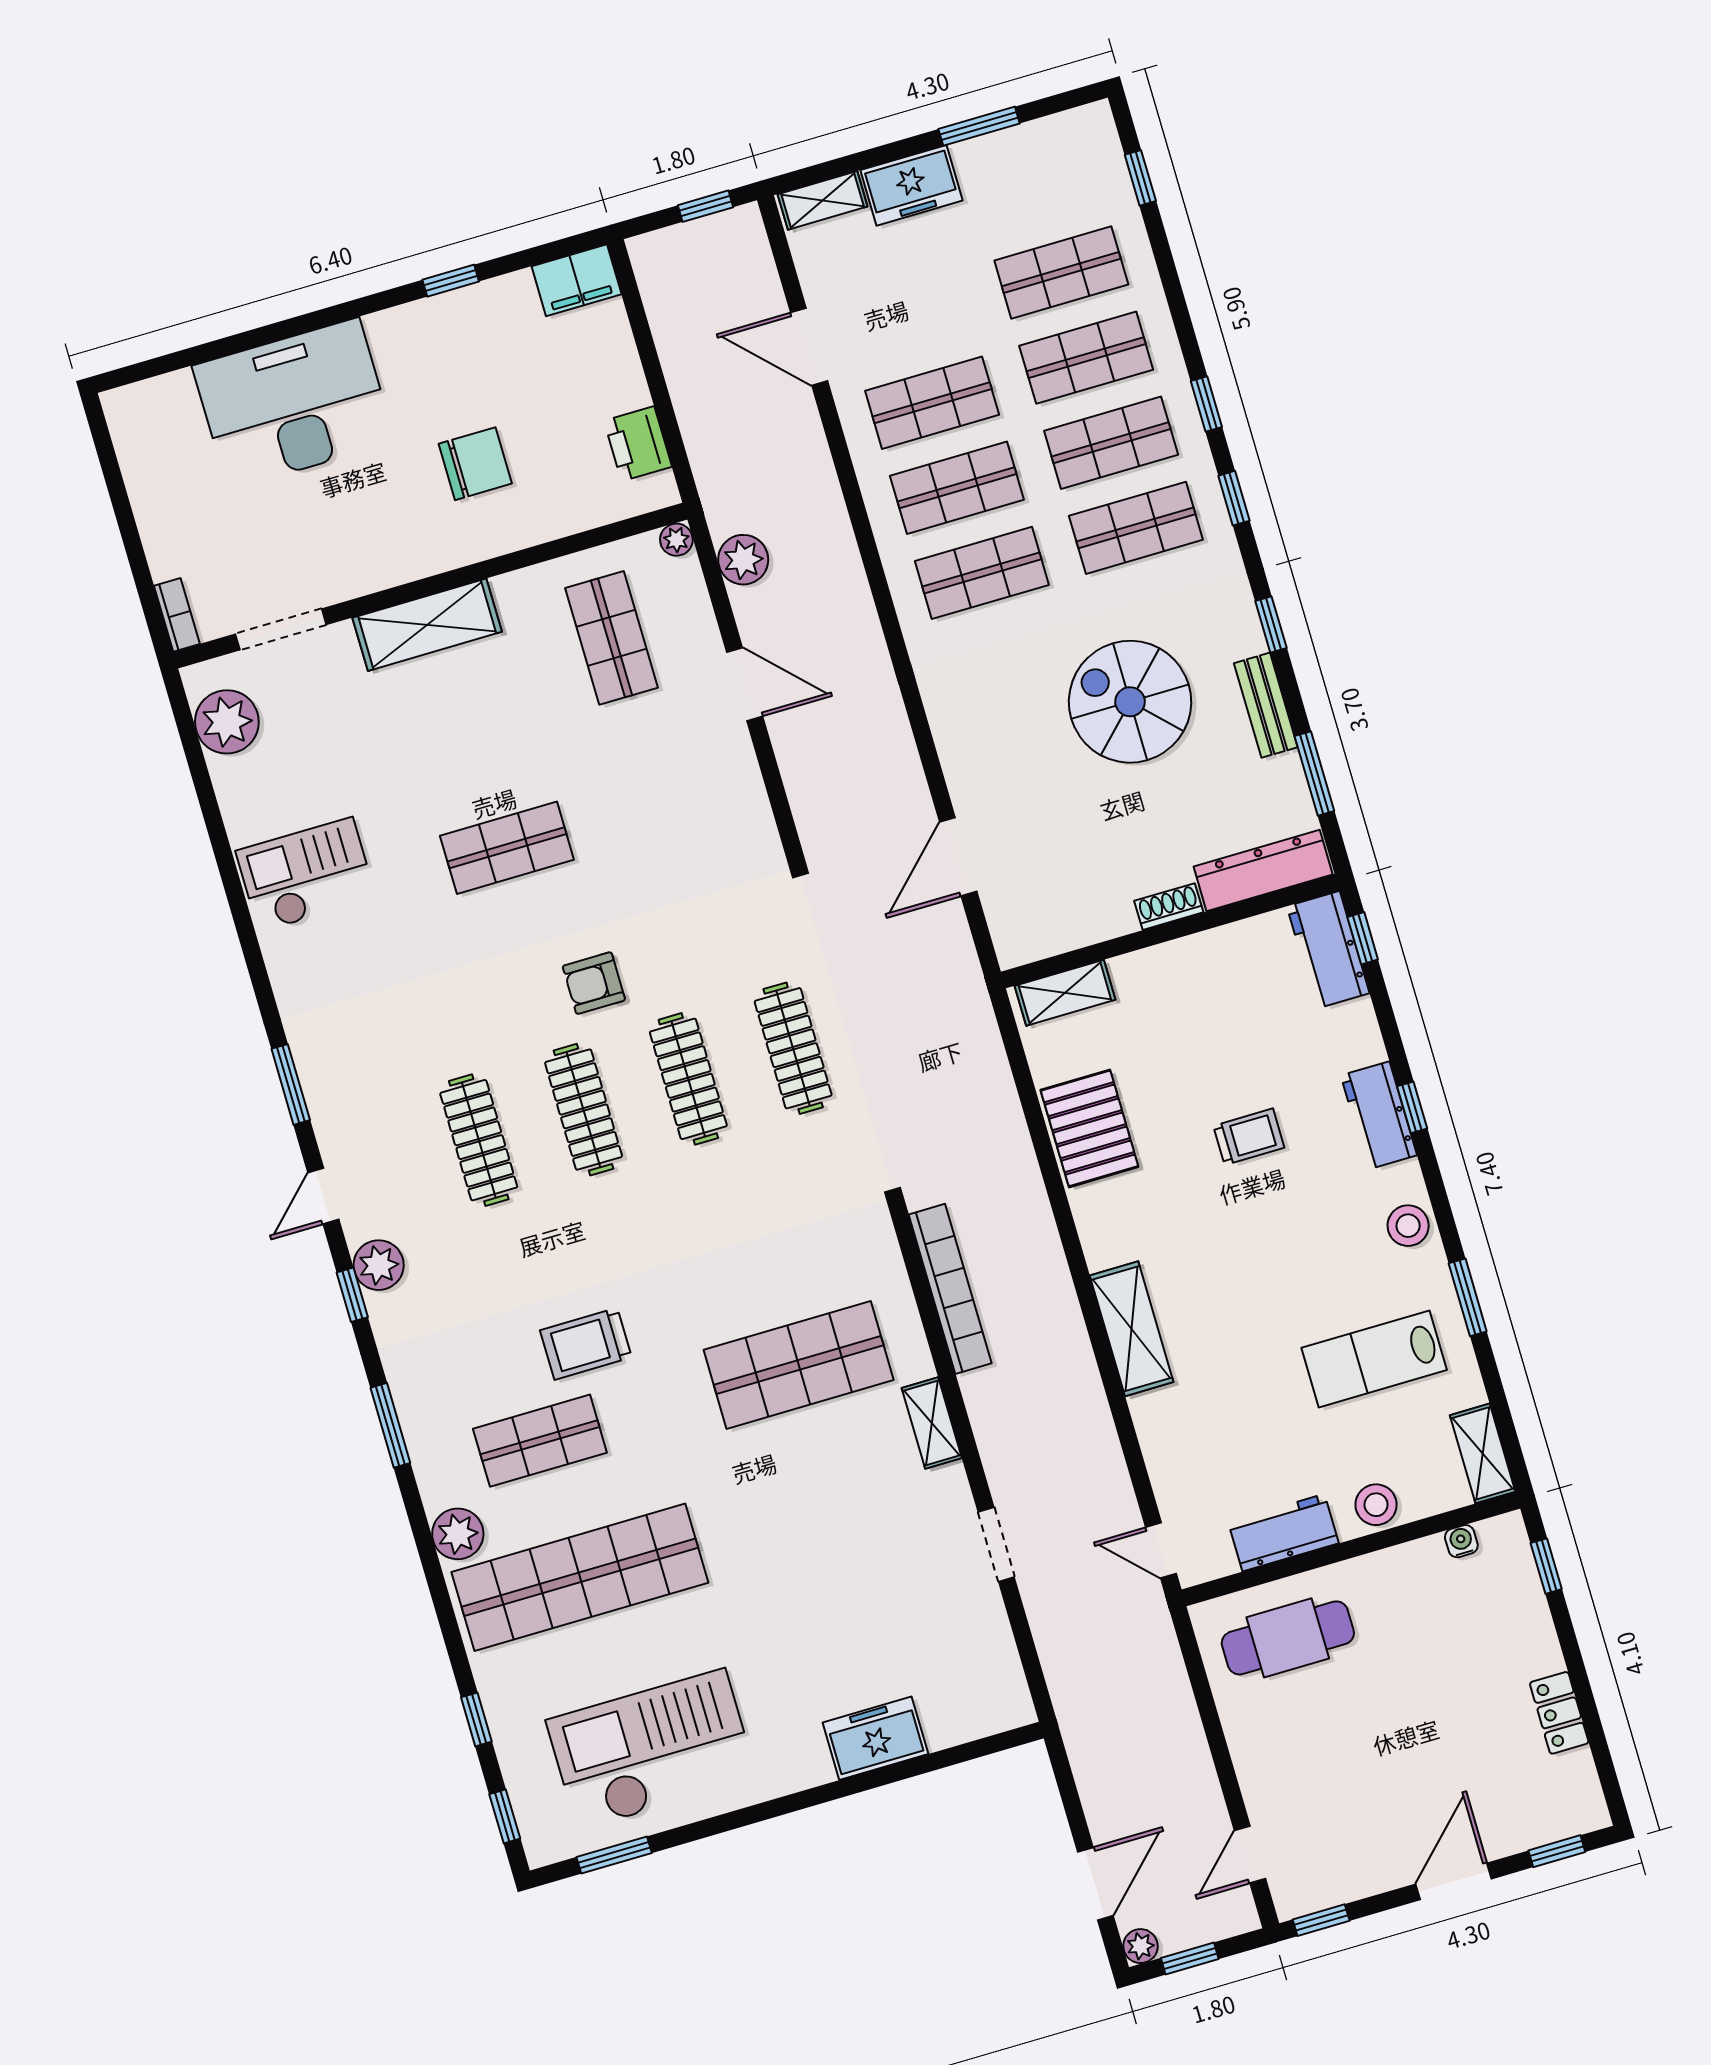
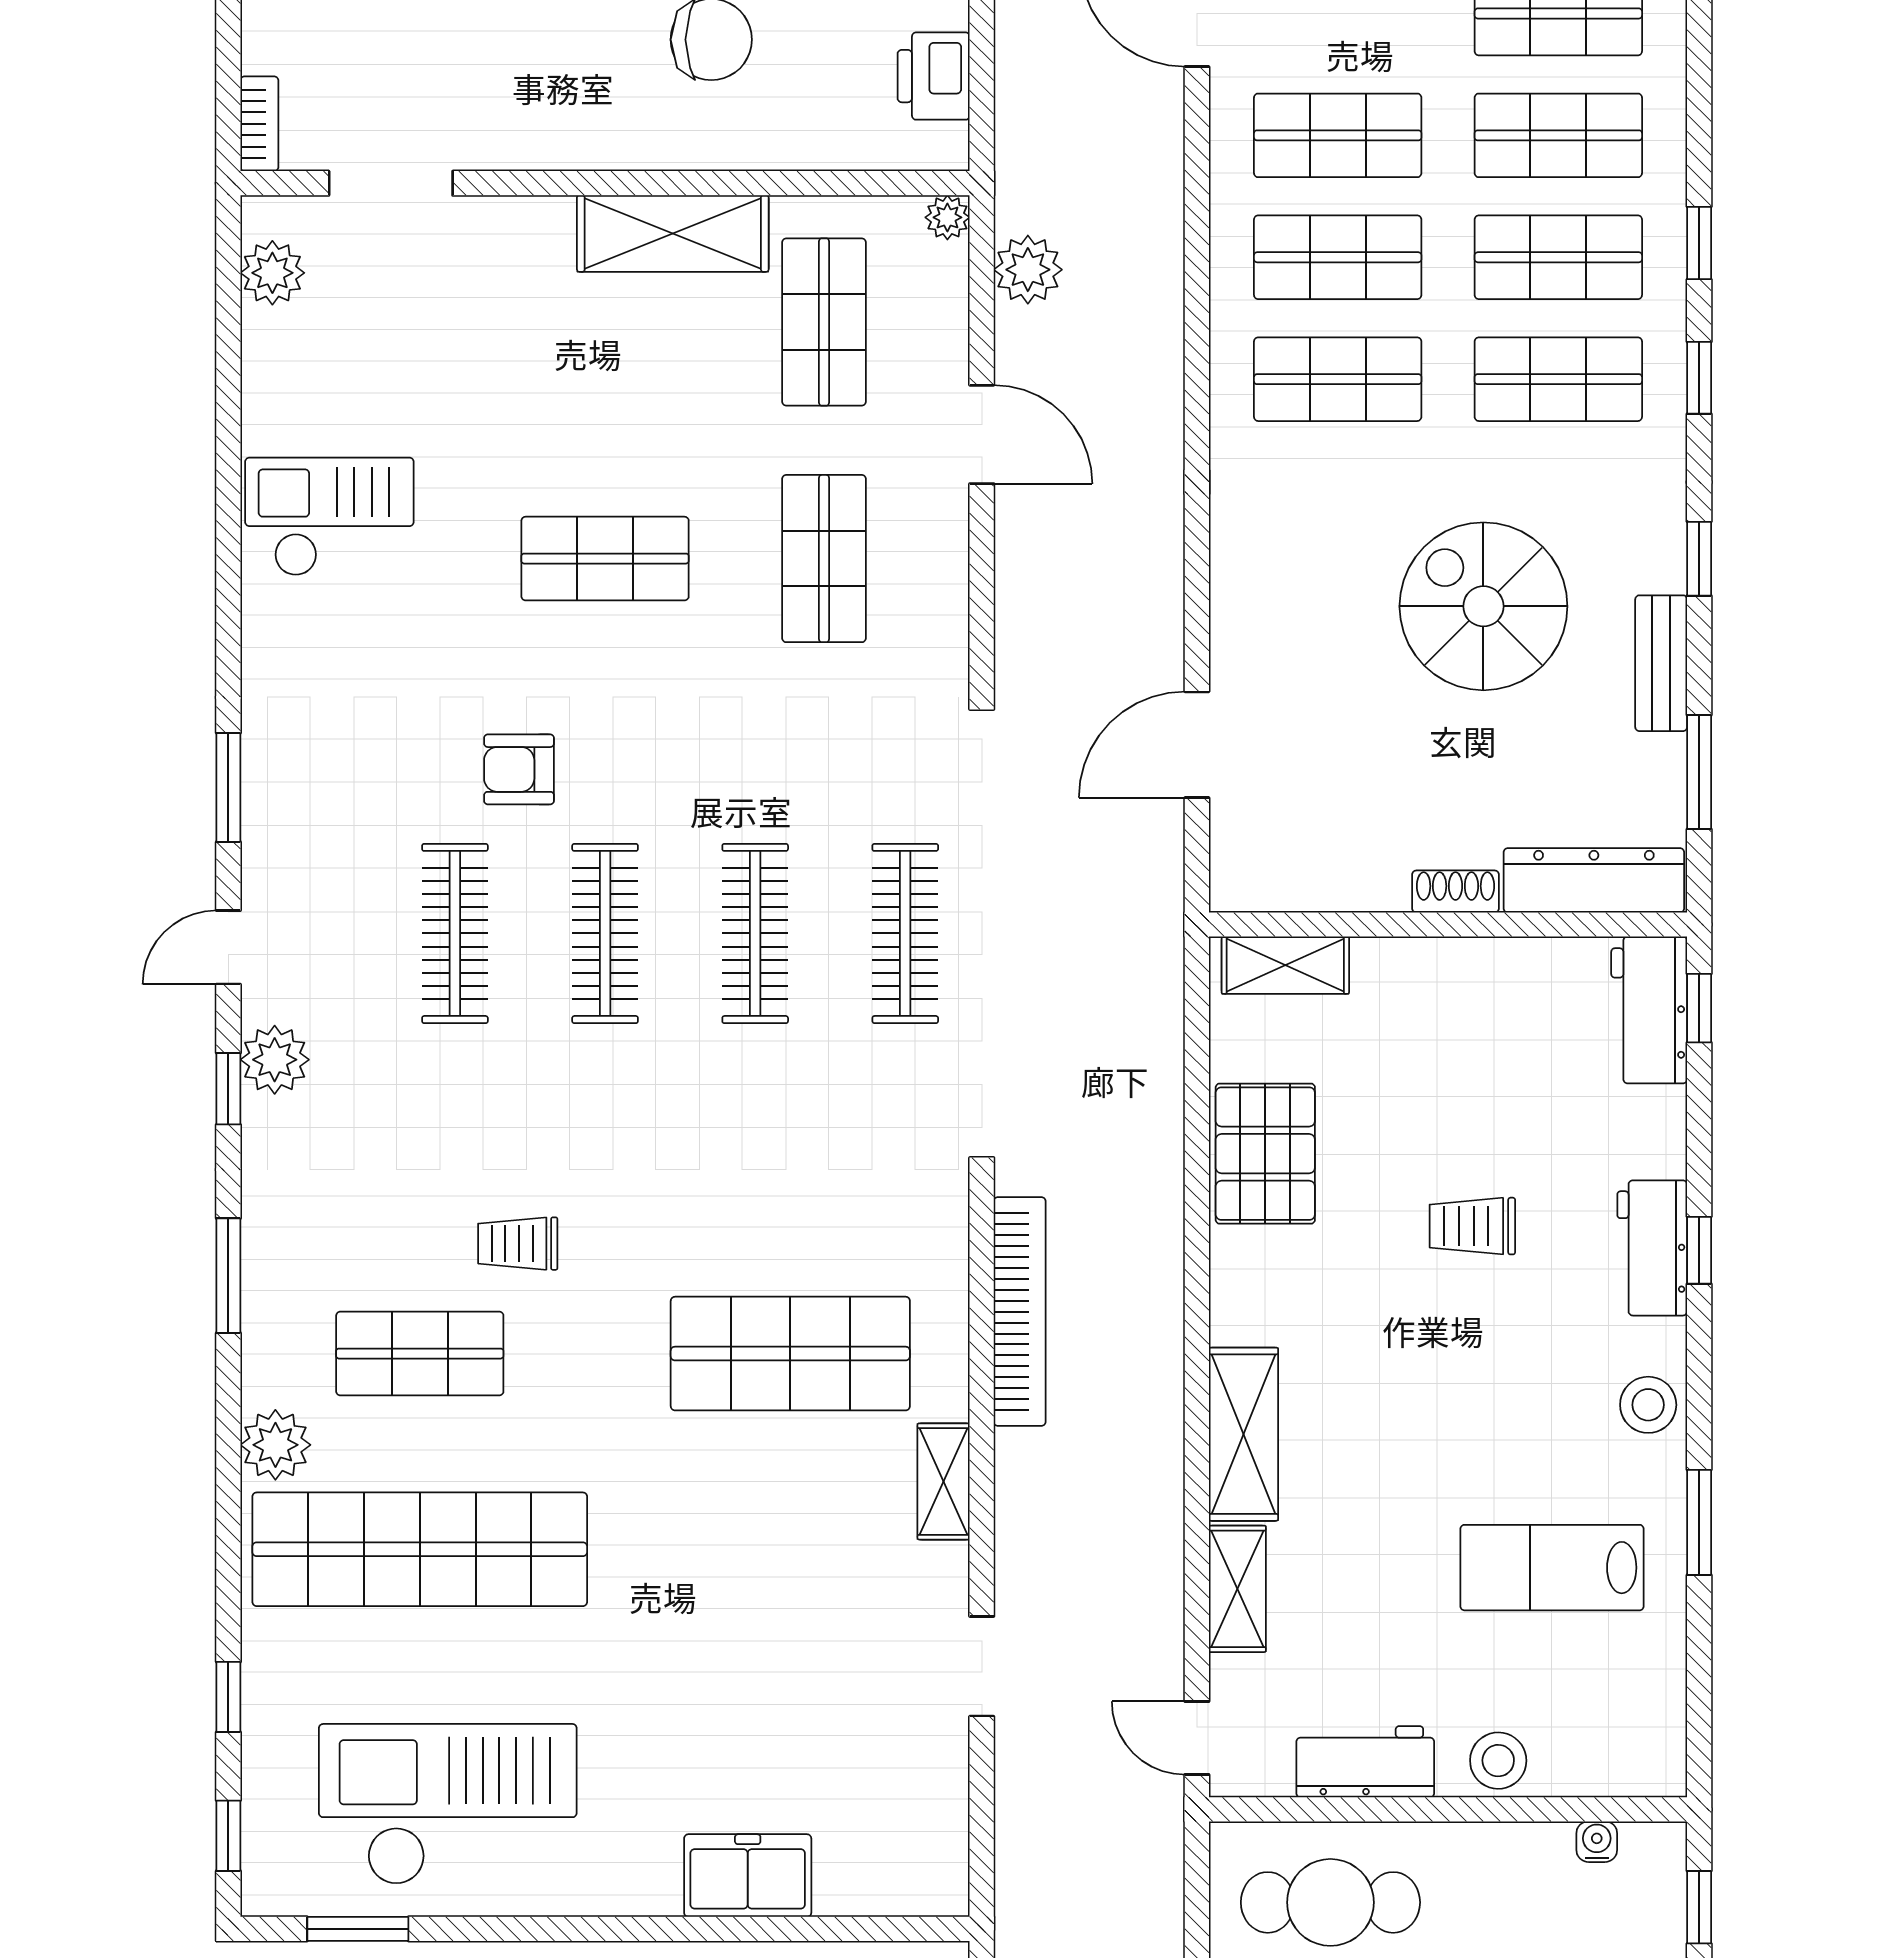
shelving: (427, 625) -> (673, 233), moved
plant: (227, 722) -> (272, 273), width x0.73, depth x0.73
shop shelf: (660, 803) -> (824, 559), added
armchair: (594, 983) -> (519, 769), moved
trolley: (1249, 1137) -> (1472, 1226), turned 180
trolley: (586, 1344) -> (518, 1244), width x0.73, depth x0.72
shelving: (1483, 1453) -> (1237, 1589), moved

